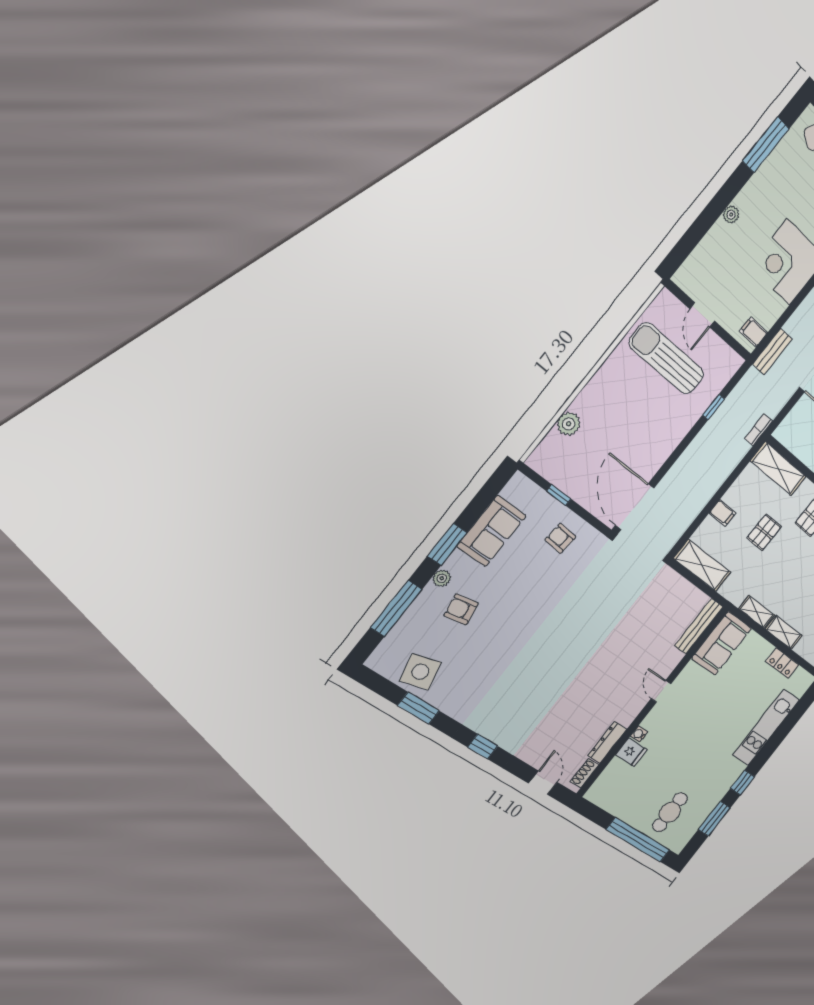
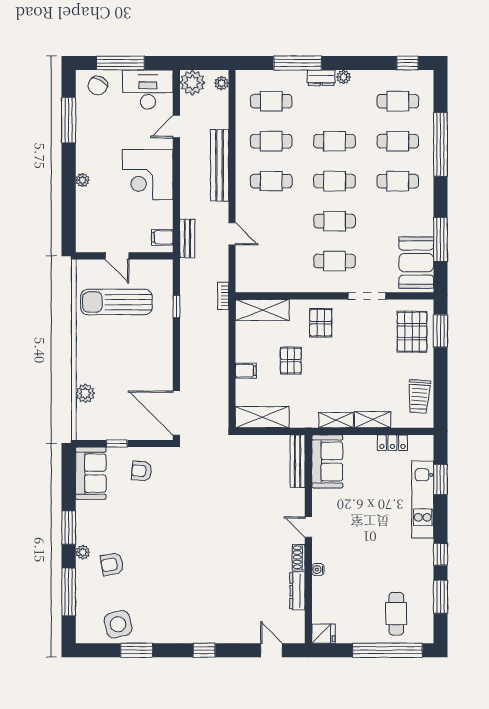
sofa: (492, 531) -> (91, 473), moved
window: (792, 719) -> (440, 479), added
fridge: (631, 752) -> (323, 634), moved
shoe rack: (585, 773) -> (299, 557), moved

